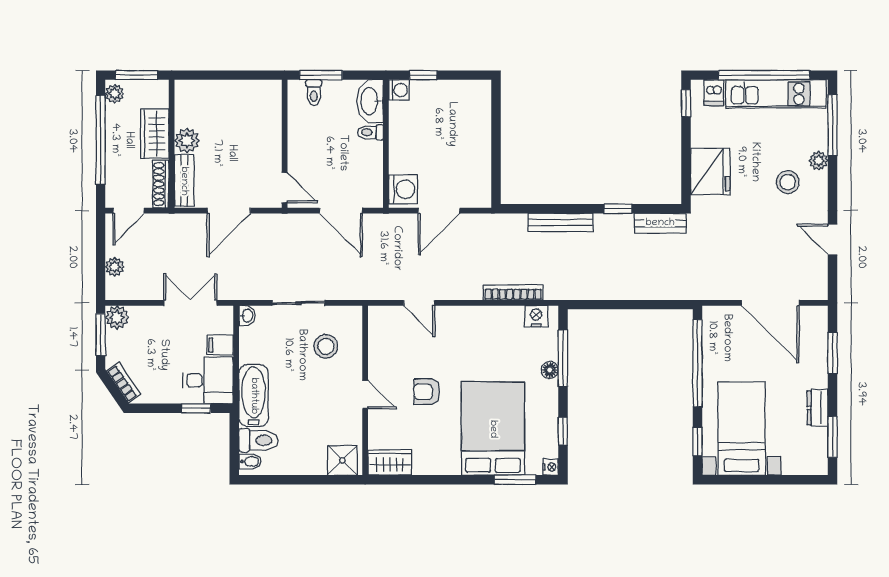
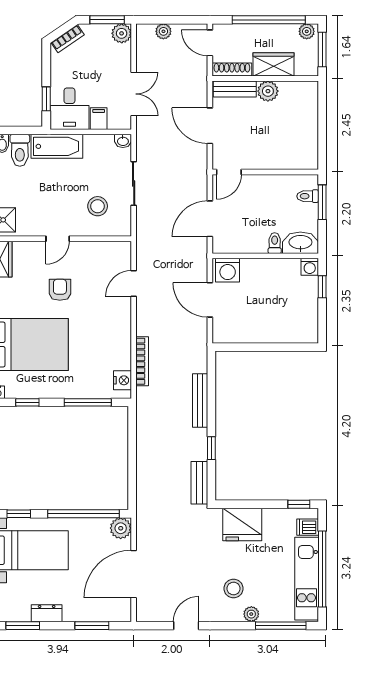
plant: (715, 318) -> (121, 528), added
floor lamp: (550, 370) -> (78, 392), removed

